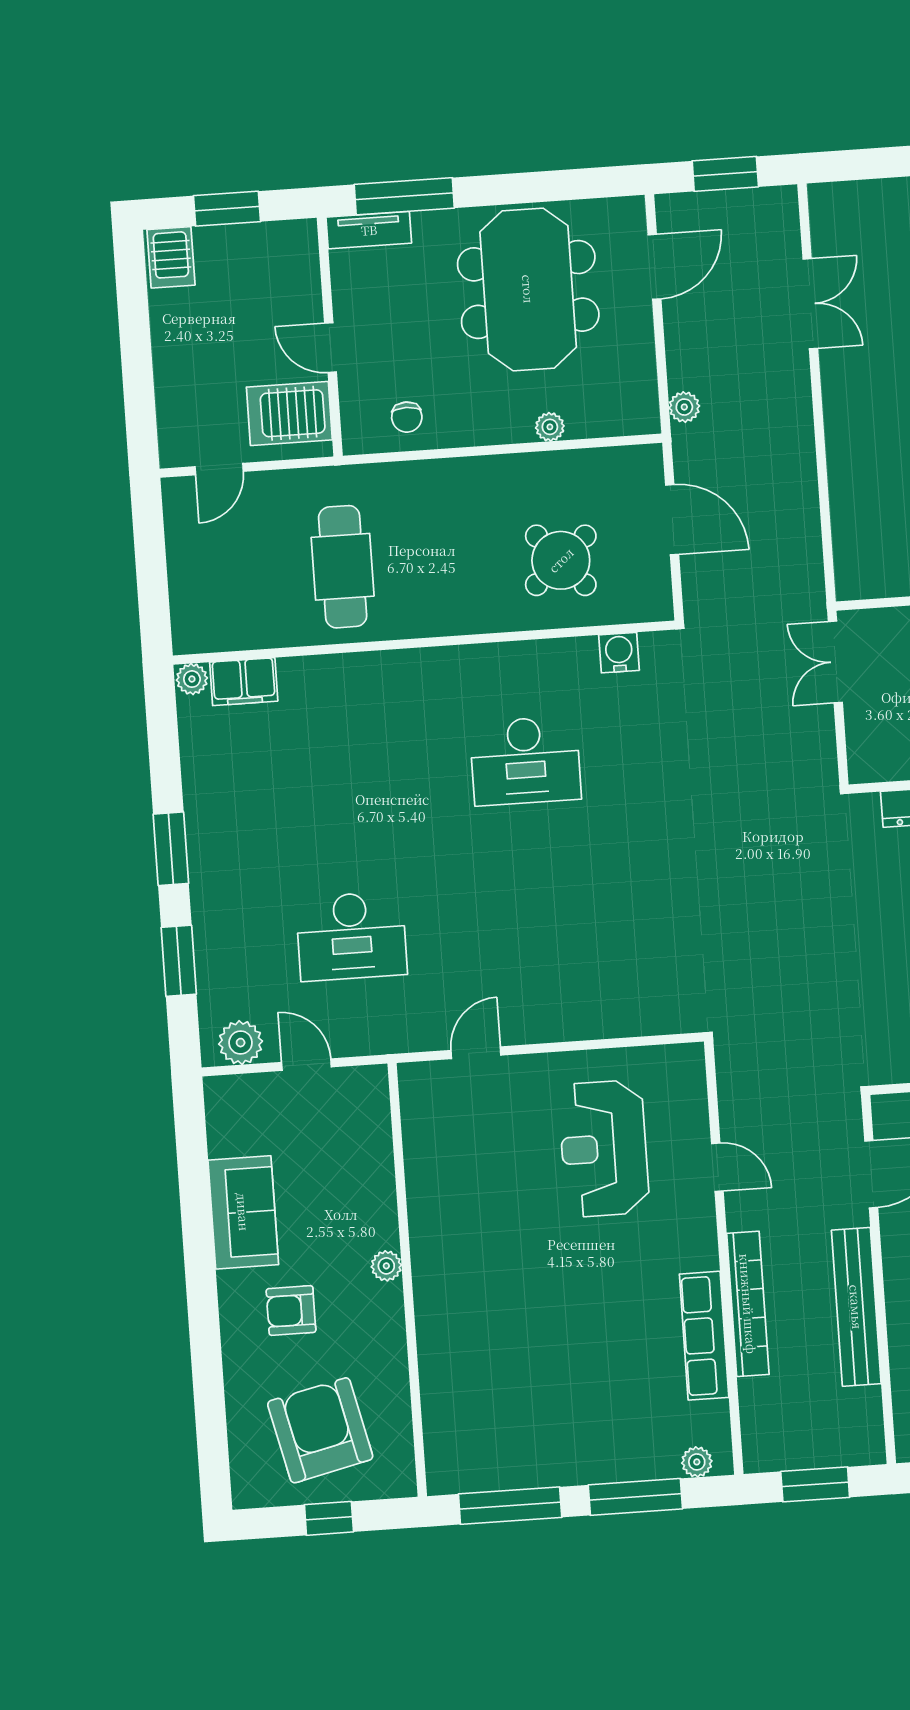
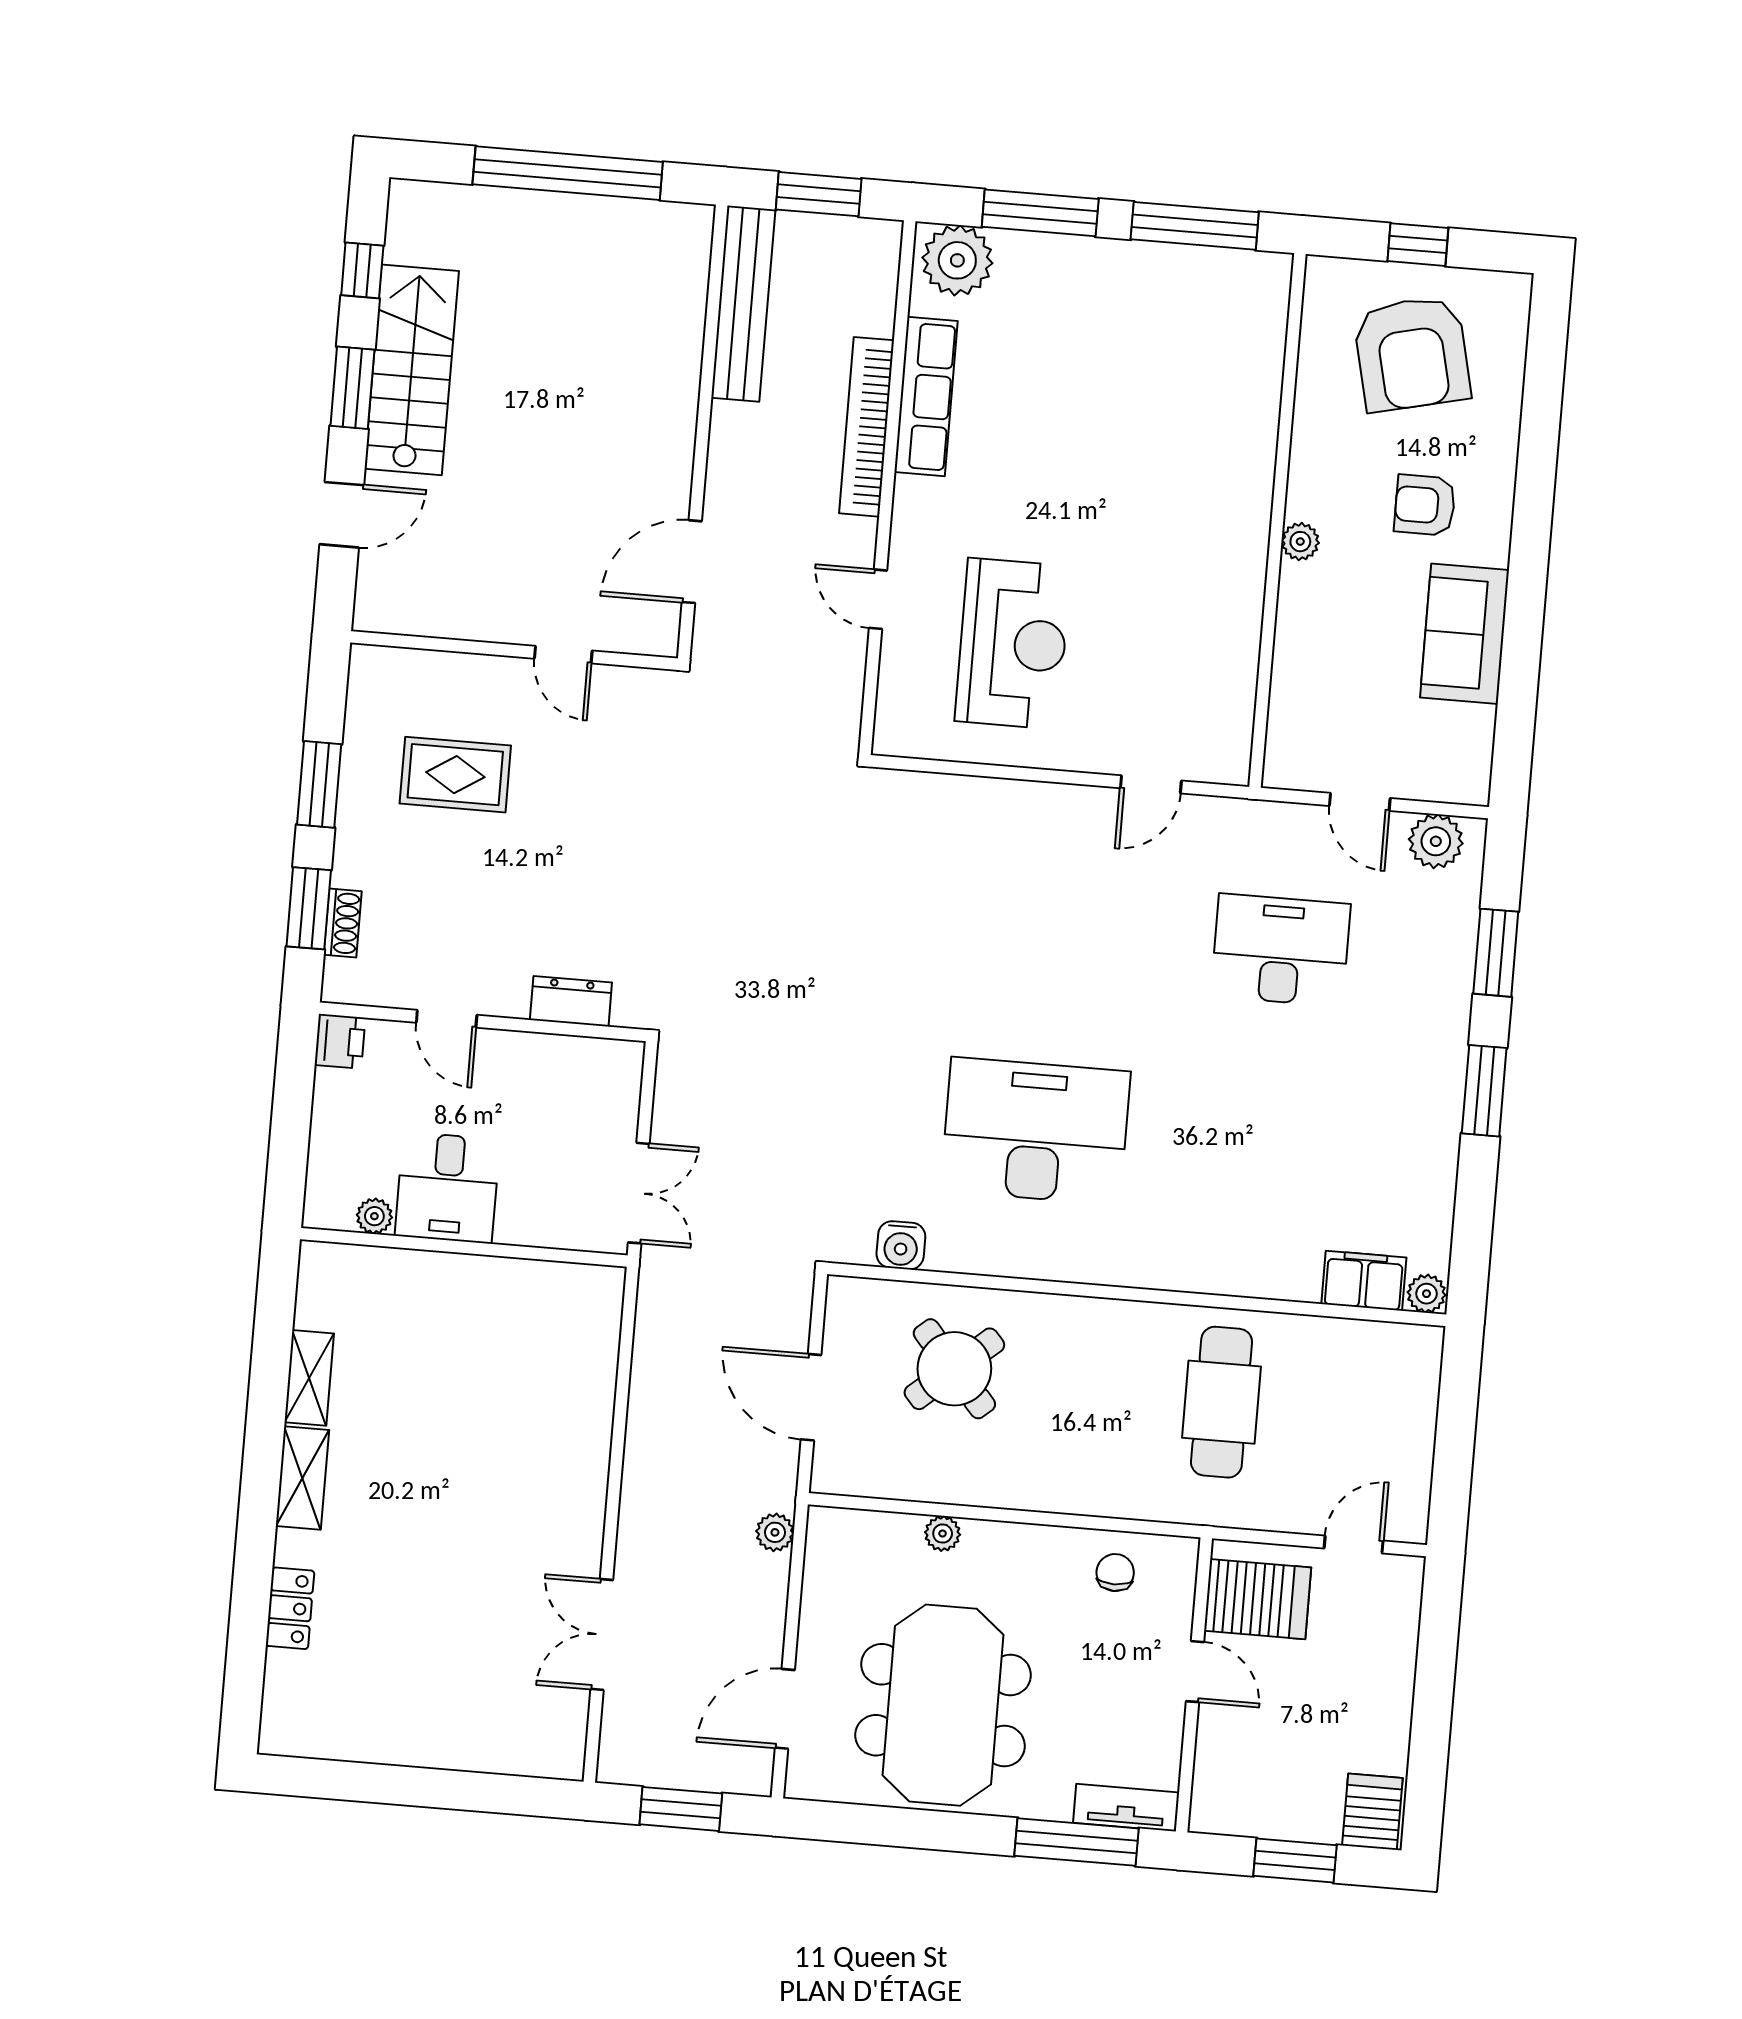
desk: (525, 761) -> (1035, 1131), width x1.36, depth x1.30
bench: (856, 1307) -> (743, 304), moved
armchair: (291, 1311) -> (1425, 505), turned 180
plant: (697, 1462) -> (957, 260), width x1.87, depth x1.87

